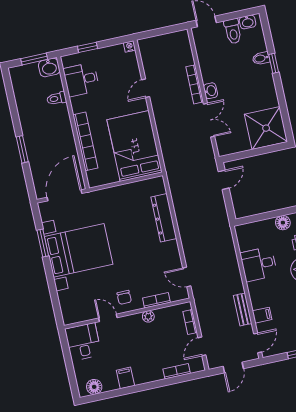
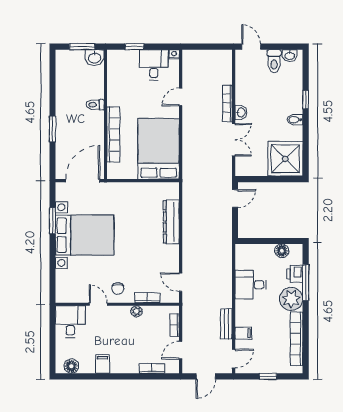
bidet: (261, 58) -> (295, 120), moved
desk: (81, 80) -> (154, 65), moved, turned 90
toilet: (57, 98) -> (95, 105), moved

